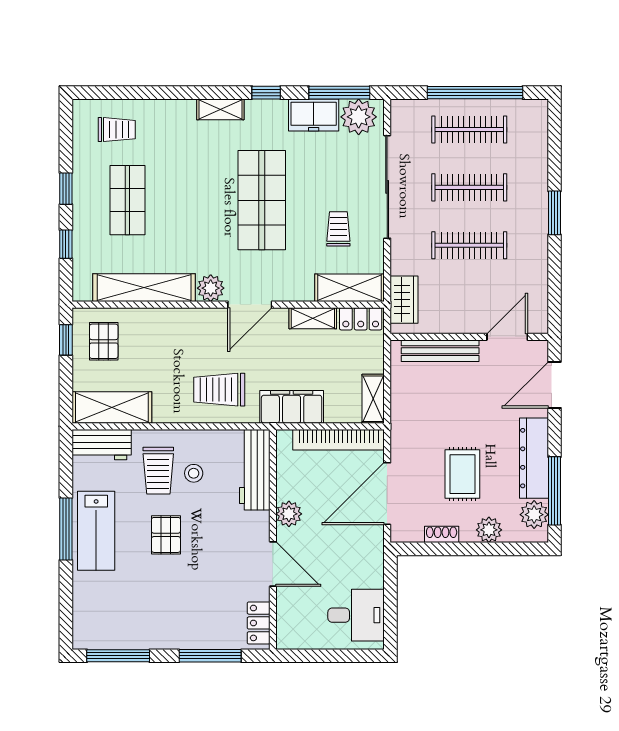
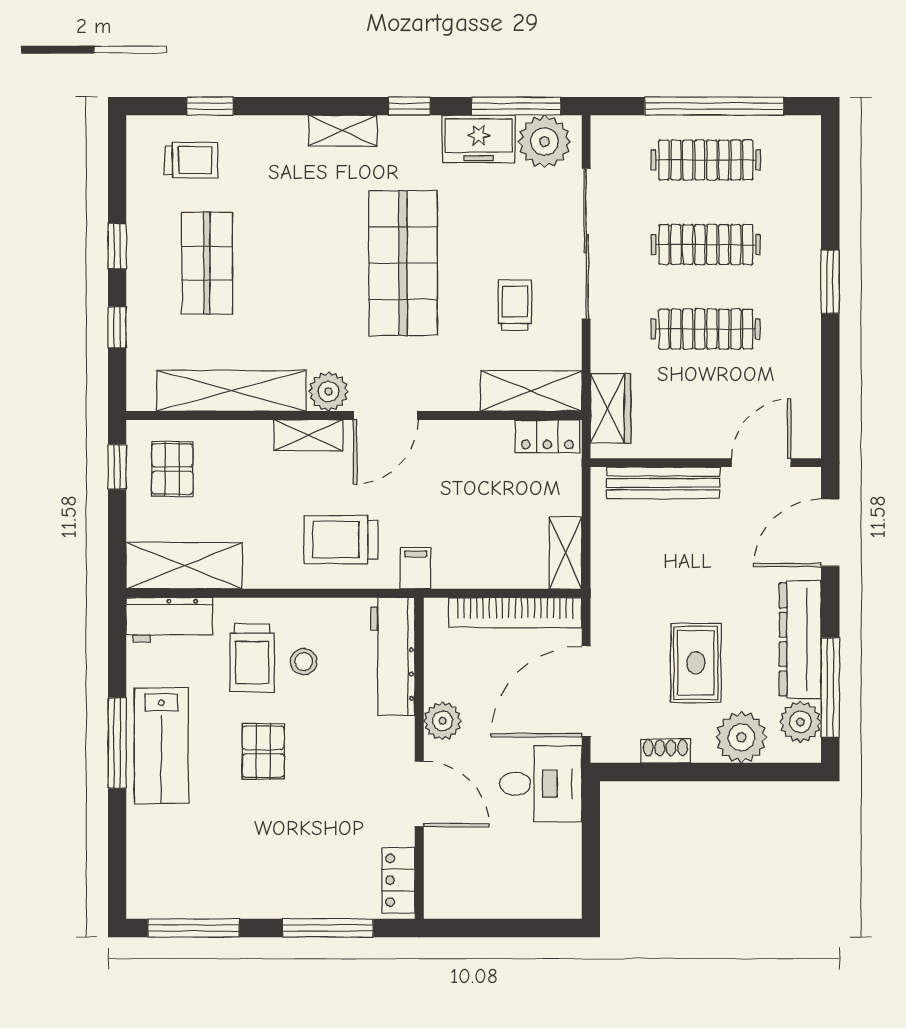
window: (130, 93) -> (210, 106), added
shelving: (313, 318) -> (308, 435), moved
filing cabinet: (292, 407) -> (416, 568), width x0.33, depth x0.86
plant: (489, 530) -> (741, 737), width x1.36, depth x1.36
desk: (356, 615) -> (541, 784), moved

